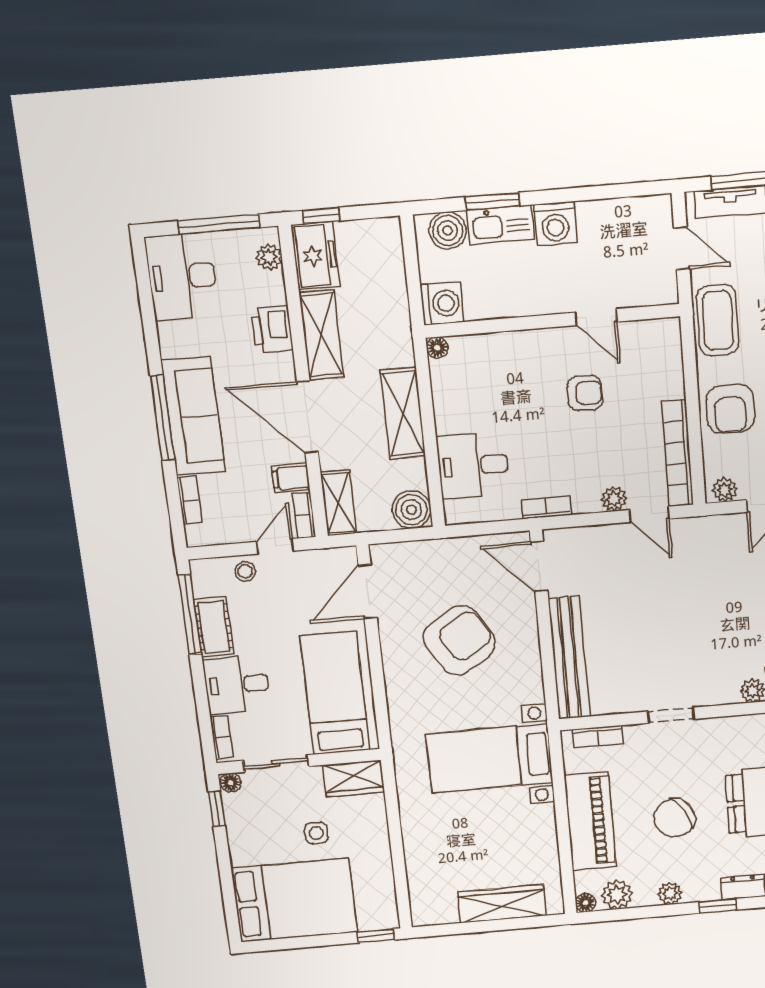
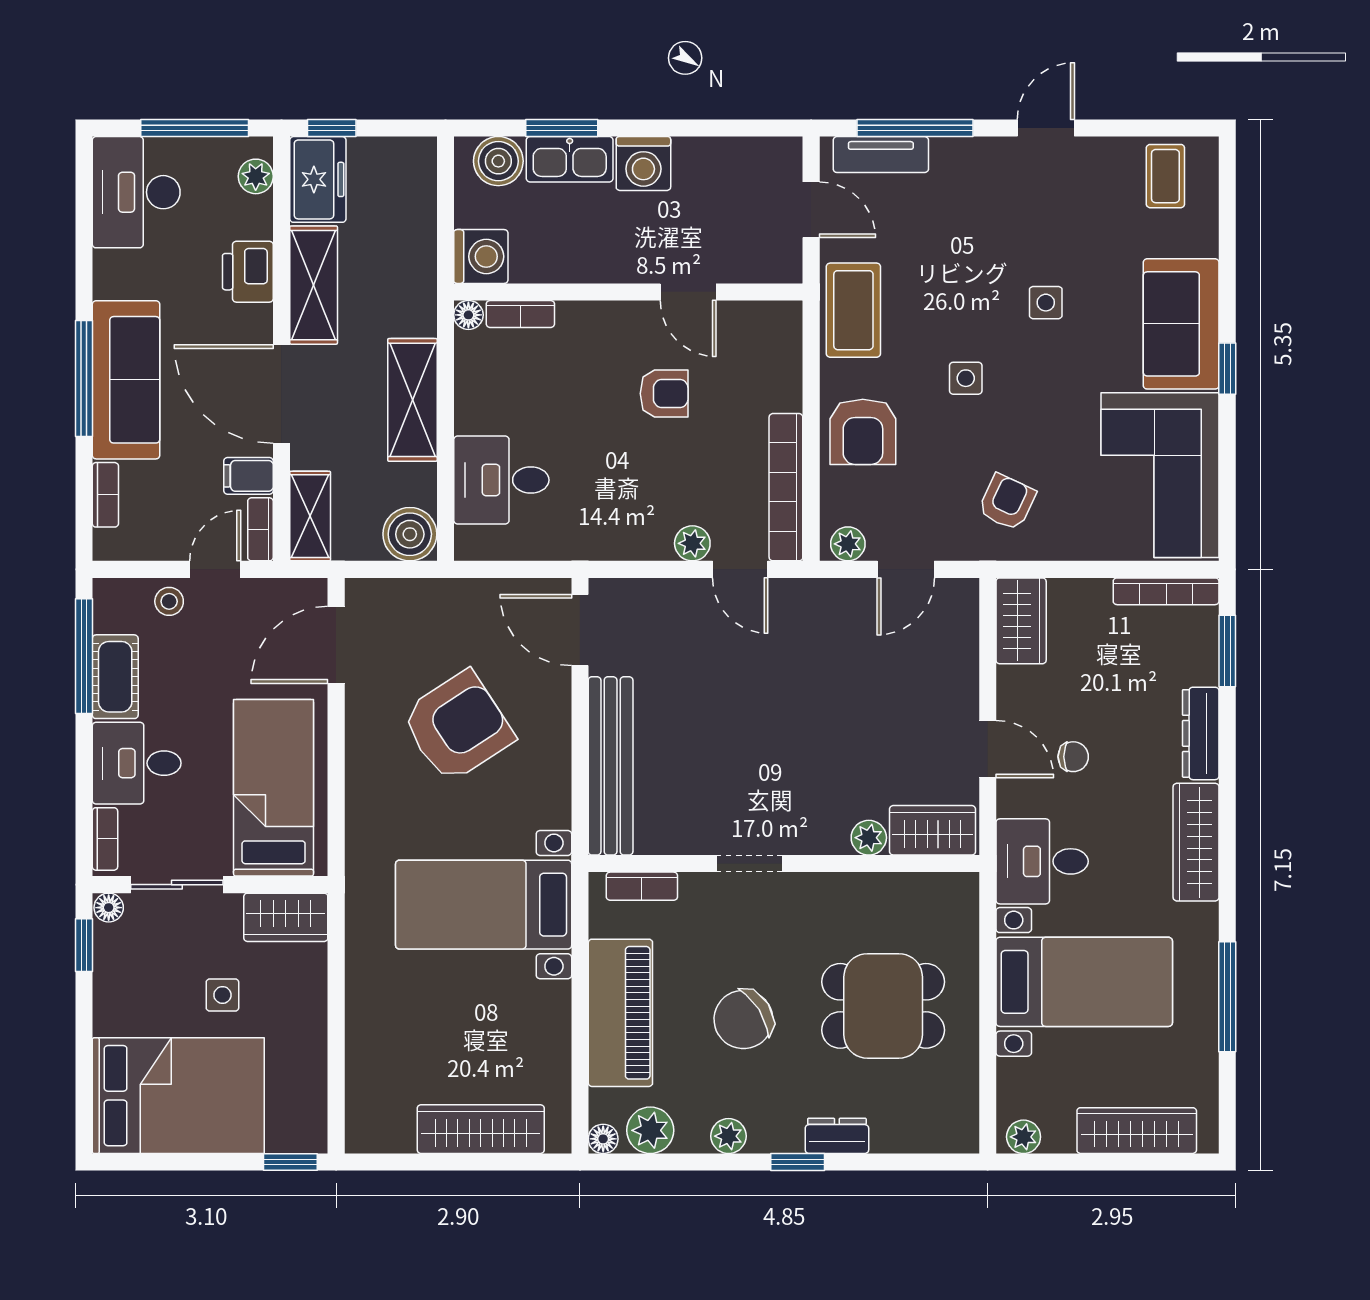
bookcase: (546, 507) -> (520, 314), moved, turned 180

